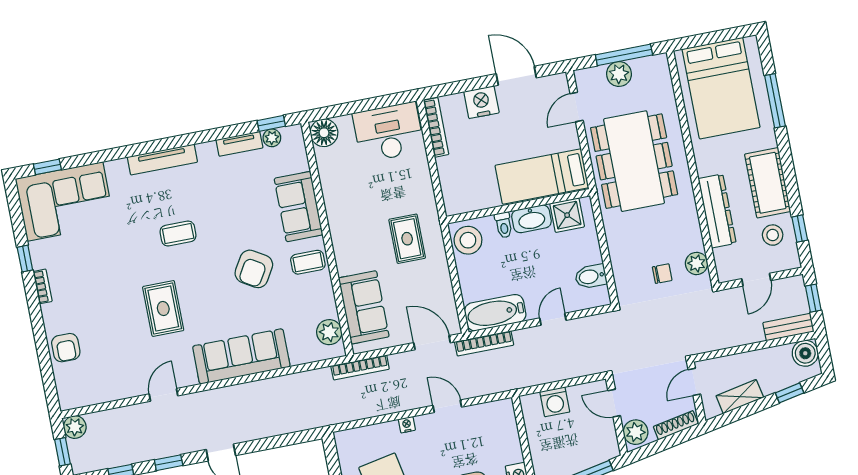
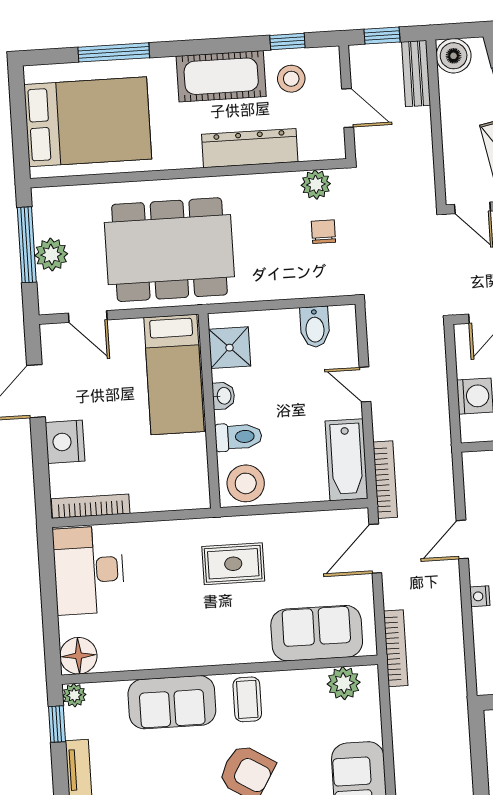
plant: (272, 138) -> (74, 695), moved
washbasin: (531, 219) -> (223, 396), width x0.52, depth x0.69
toilet: (504, 225) -> (238, 437), width x1.37, depth x1.39

